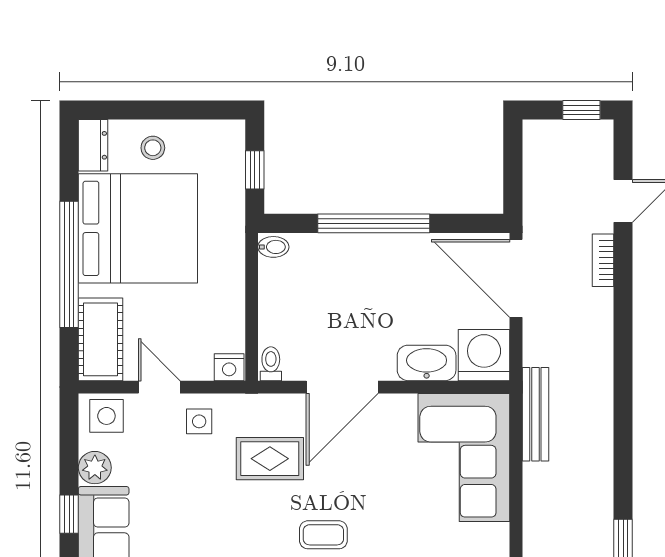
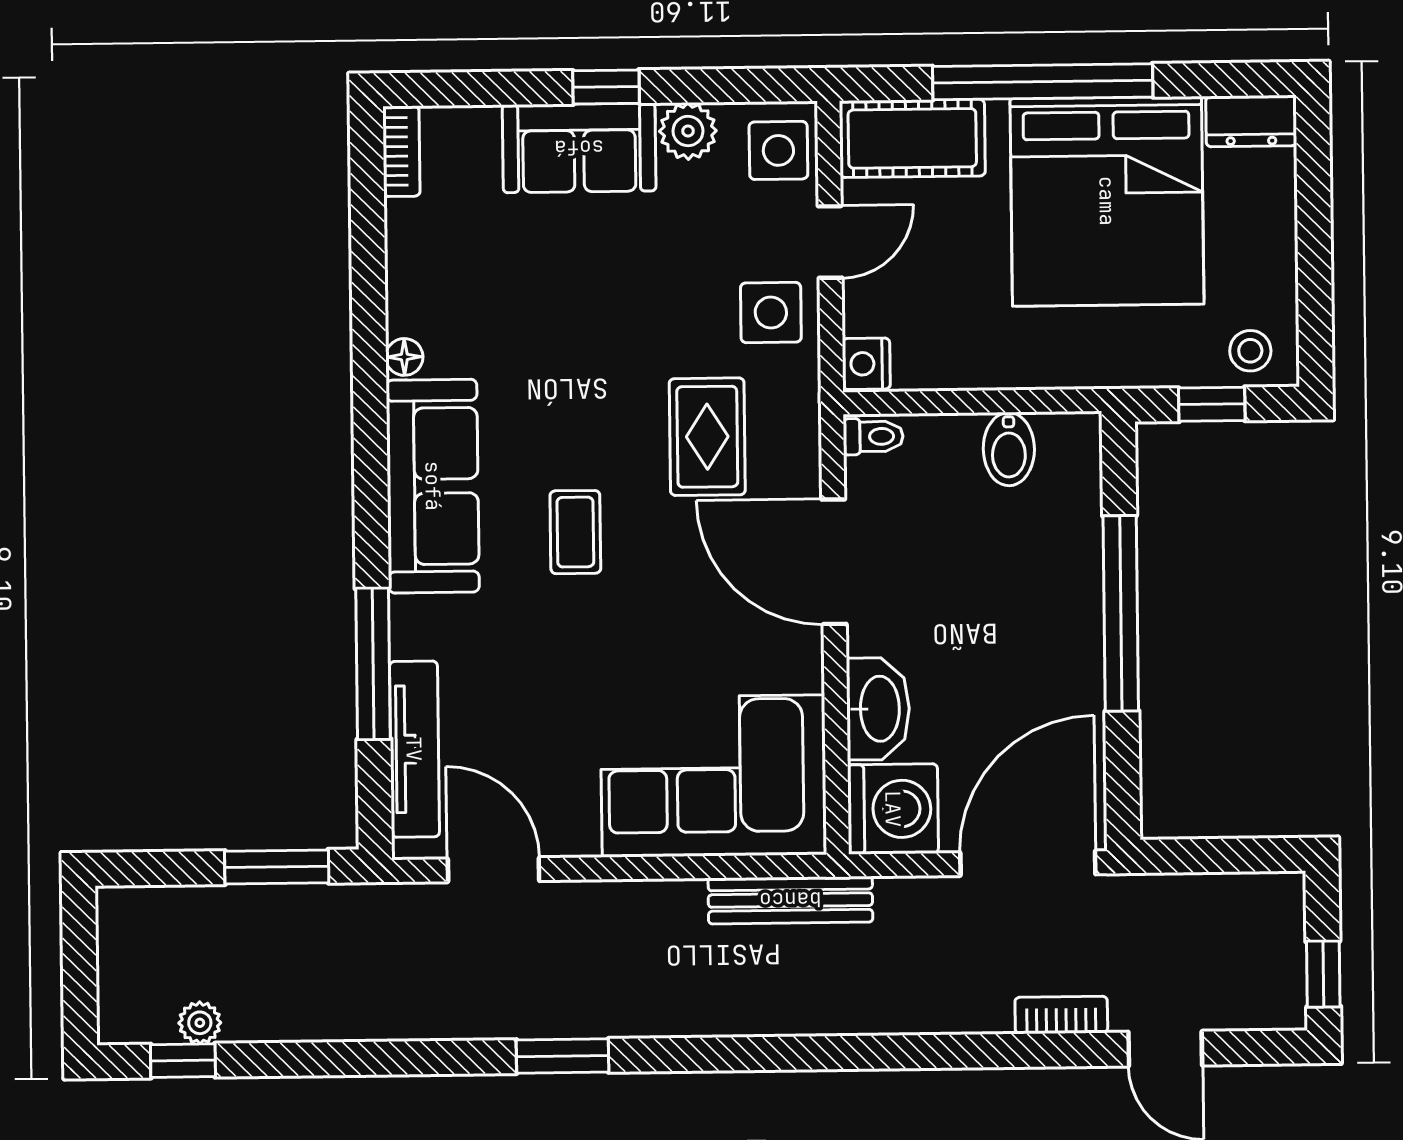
stool: (153, 148) -> (1250, 351), moved
bidet: (273, 247) -> (1009, 449), moved, width x1.38, depth x1.36
side table: (199, 421) -> (771, 312), width x1.37, depth x1.37

